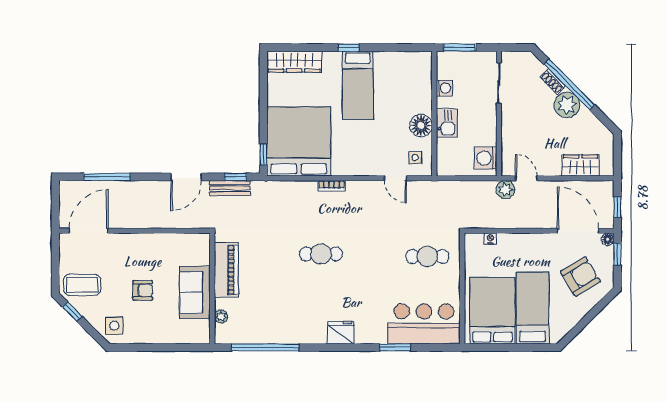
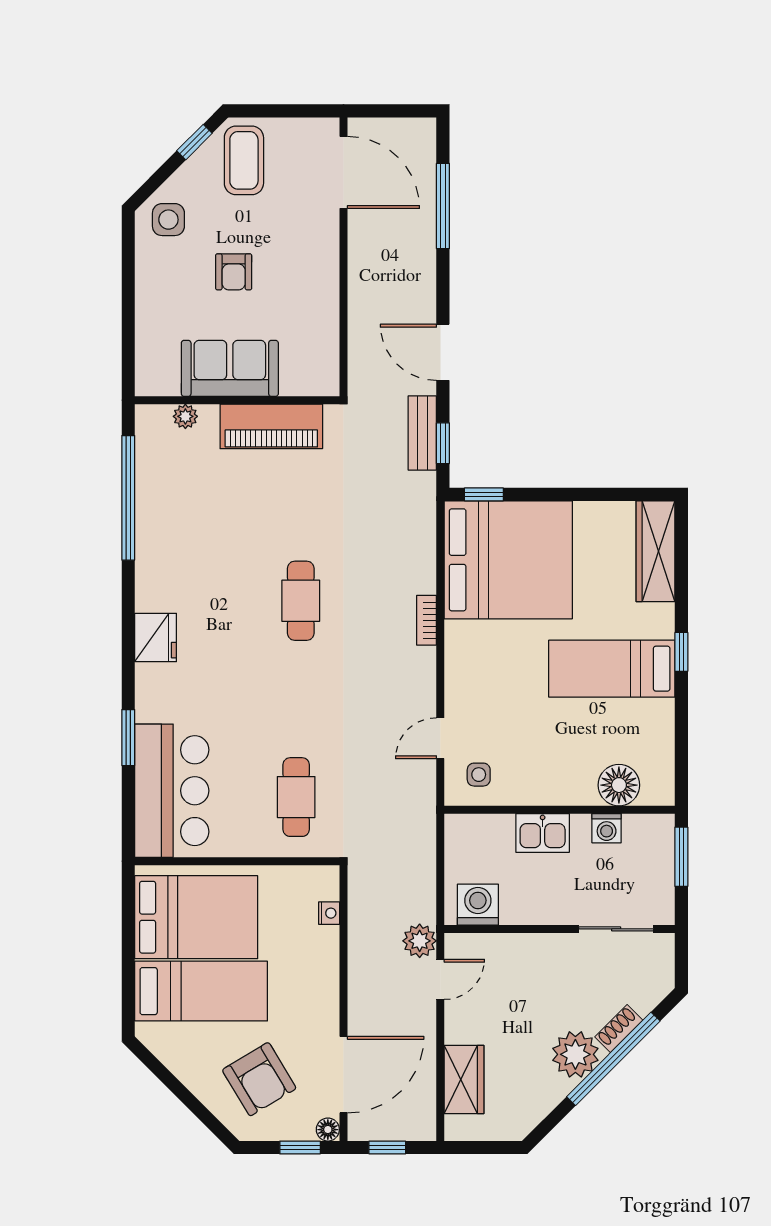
floor lamp: (421, 126) -> (619, 785), moved

